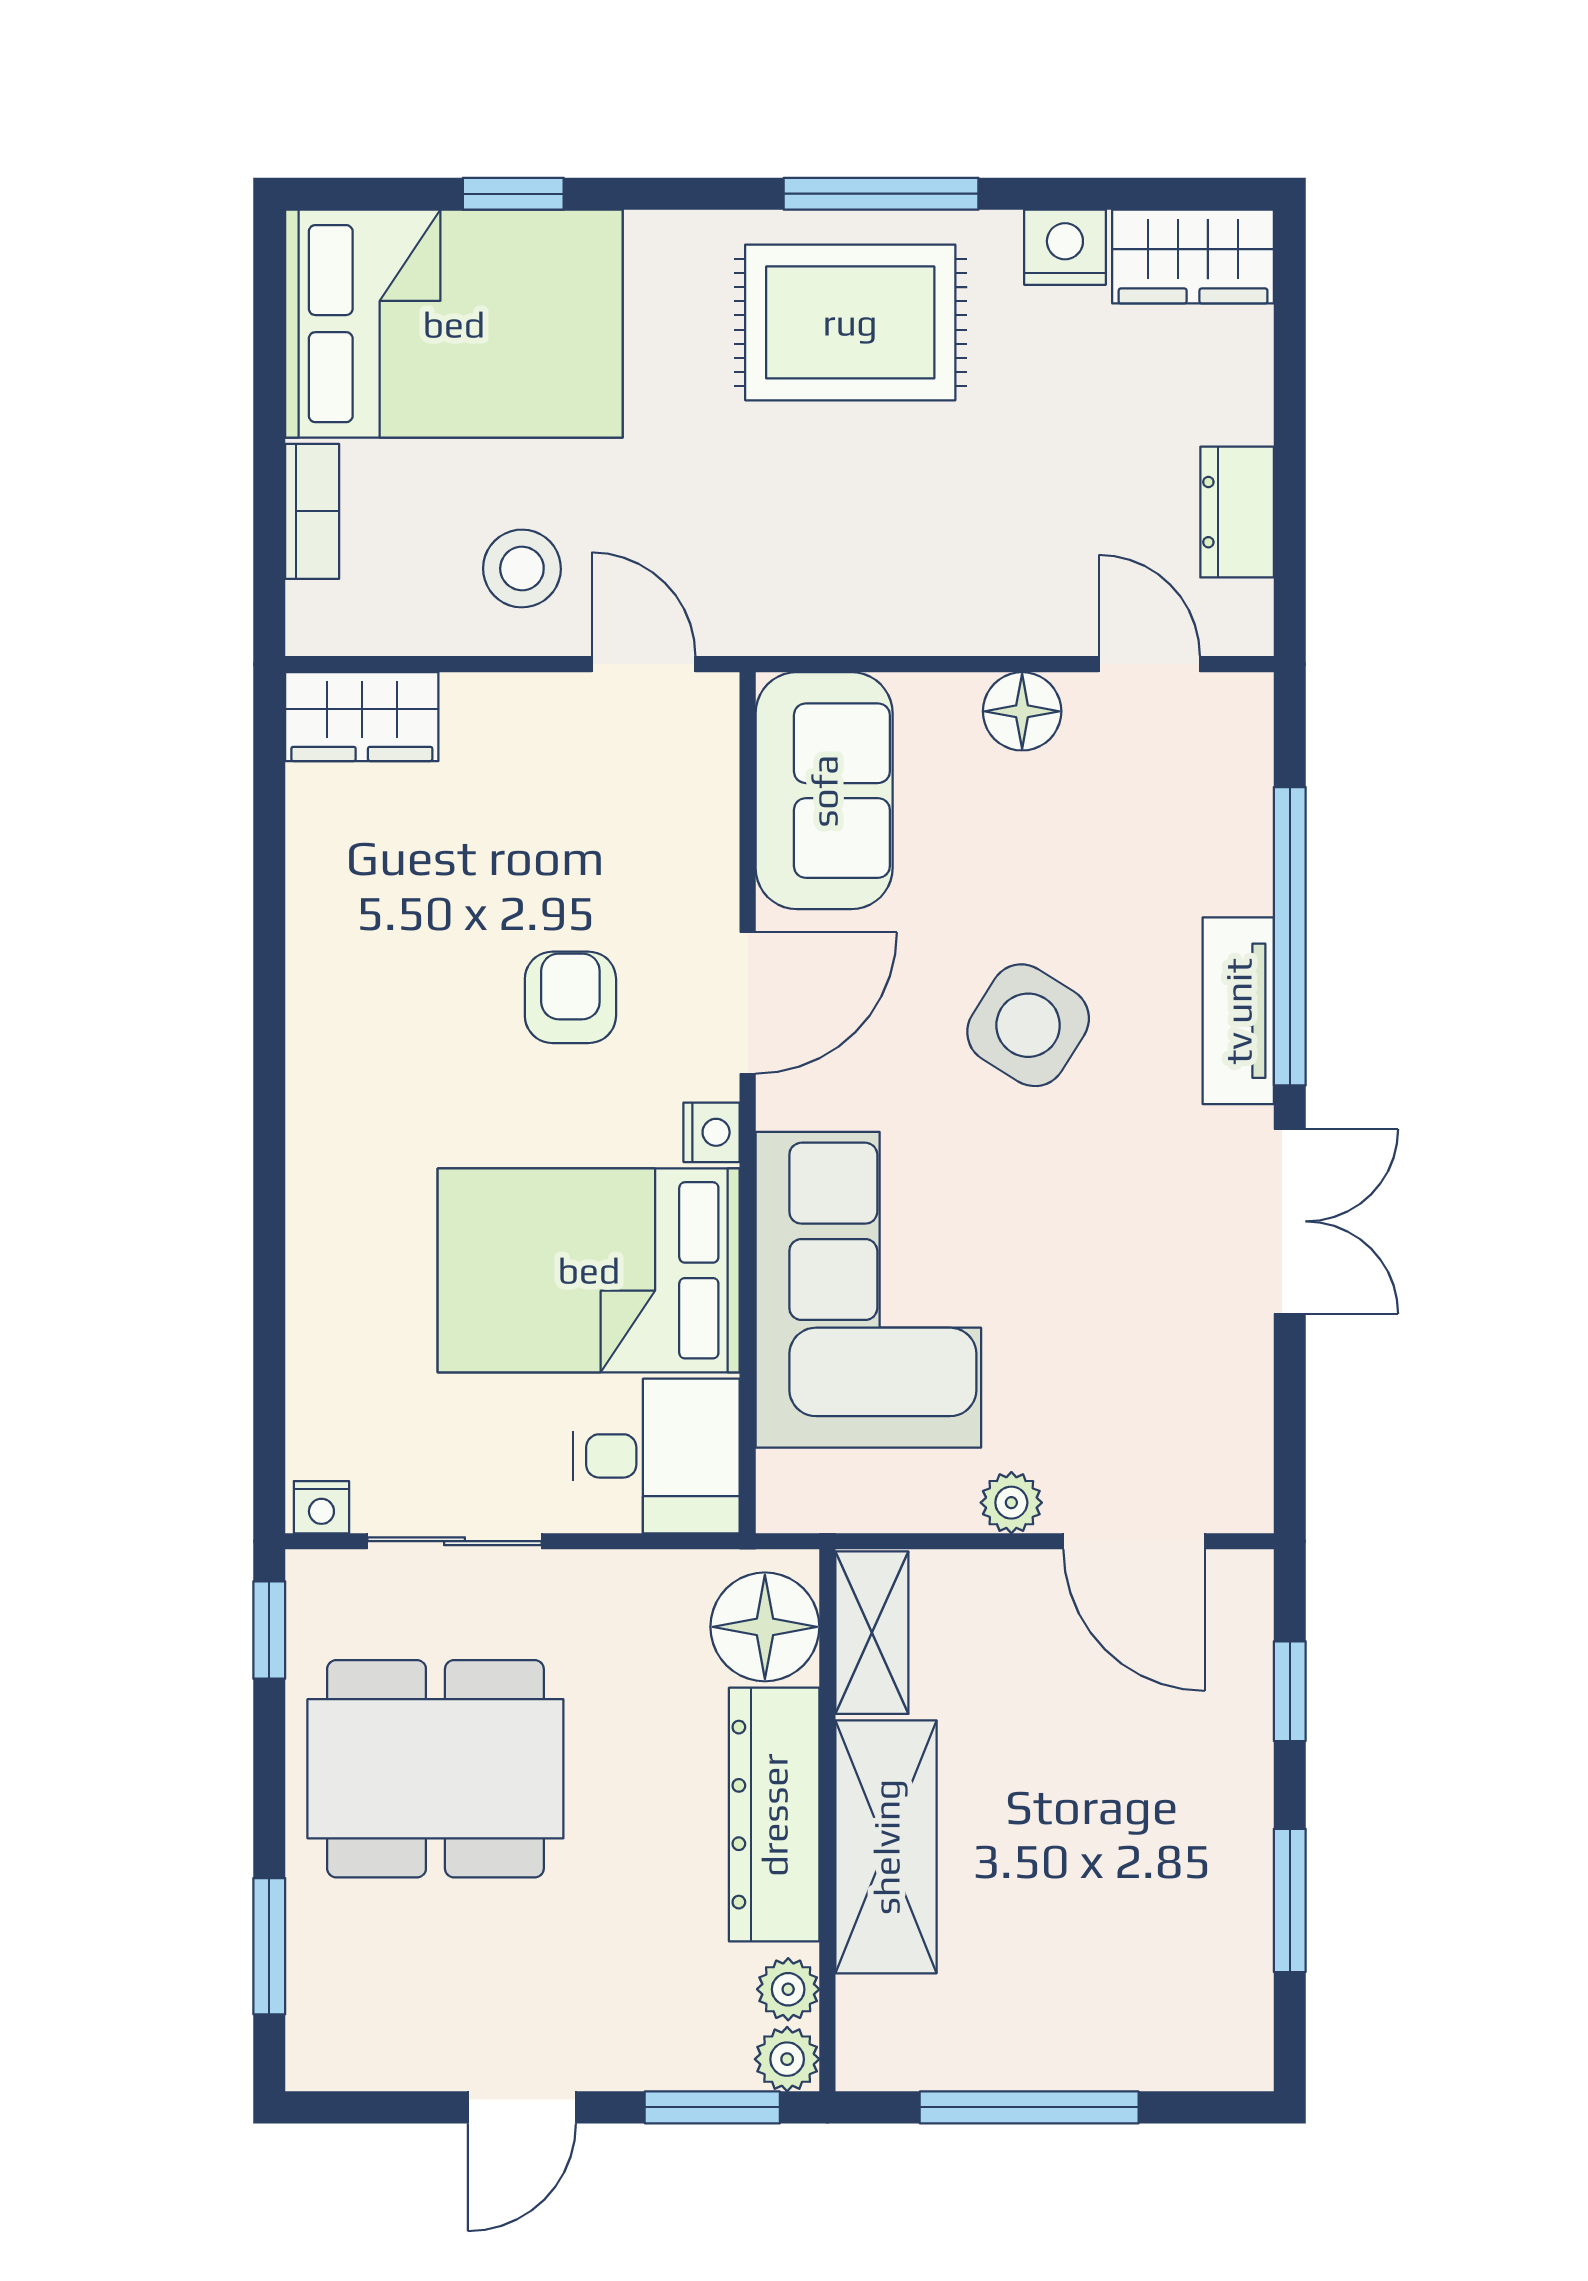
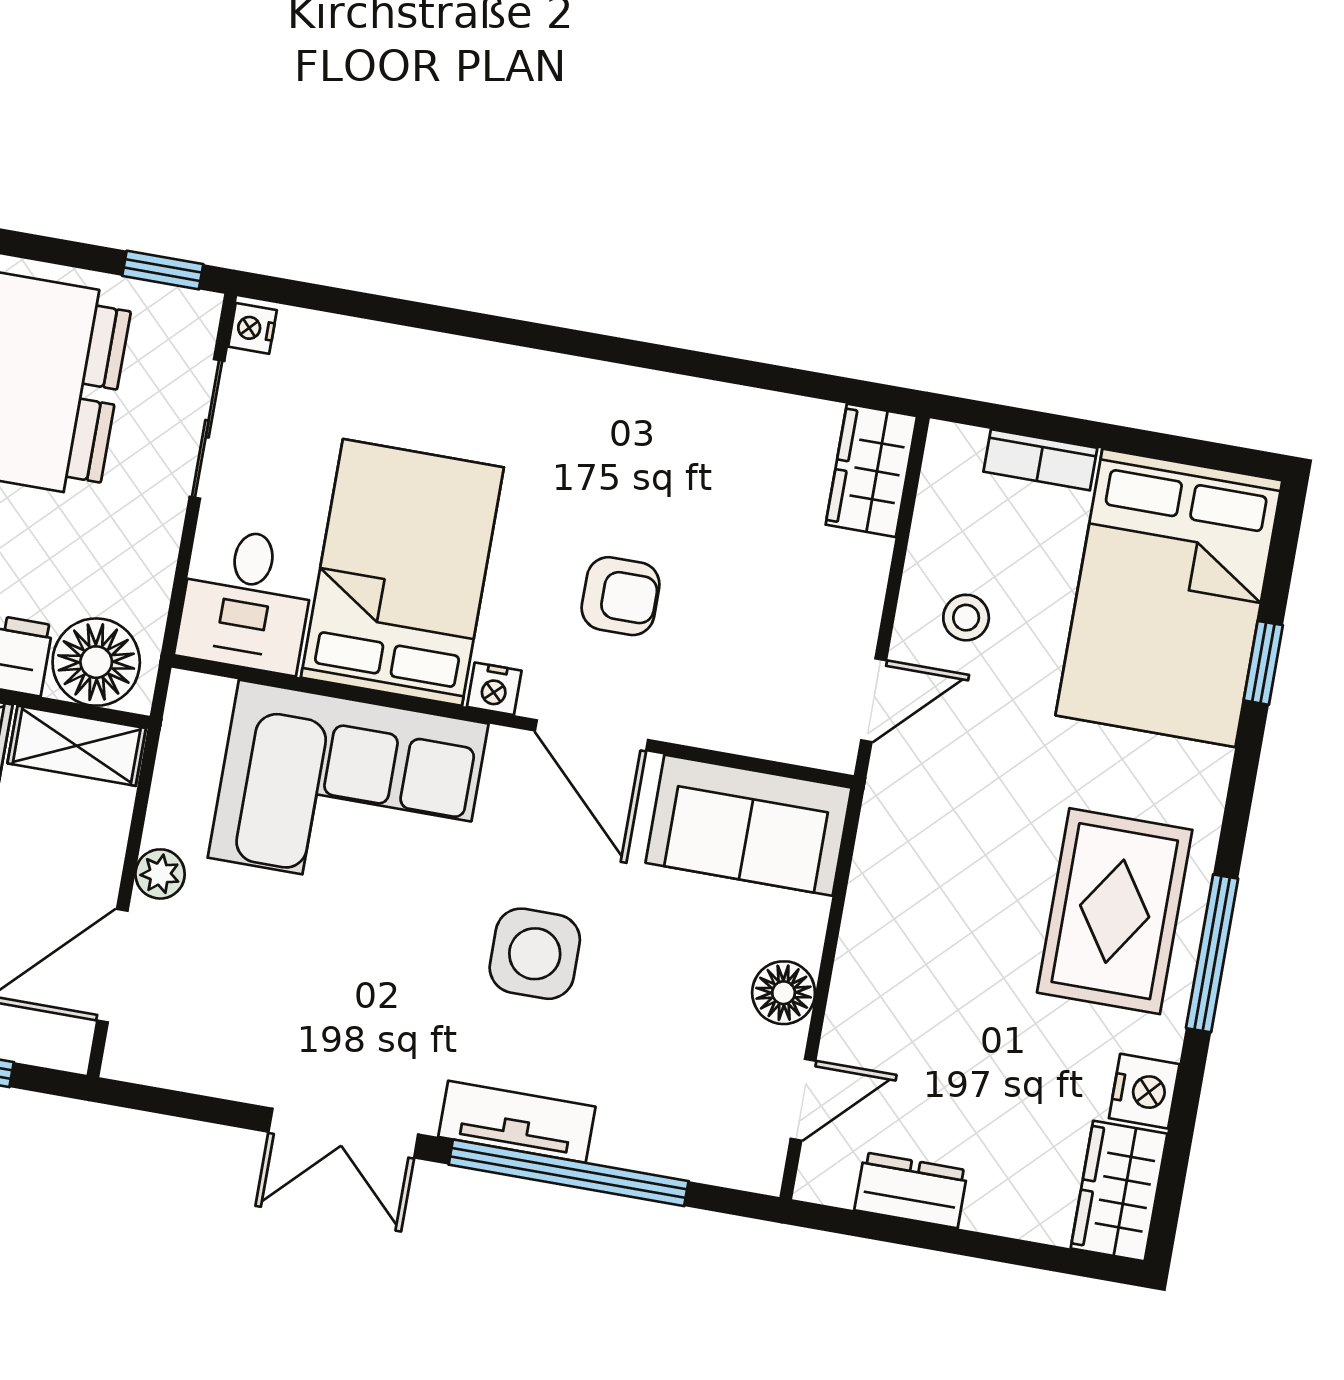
stool: (522, 568) -> (966, 618), width x0.73, depth x0.73
side table: (1028, 1025) -> (535, 954), turned -32

